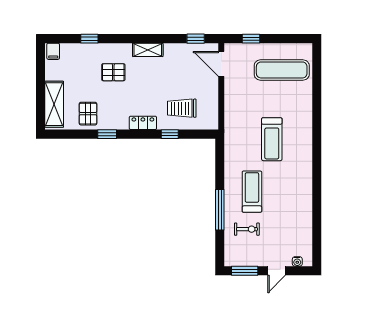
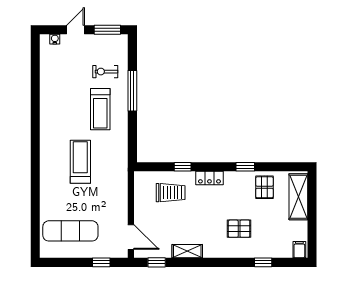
shelving: (148, 50) -> (187, 251), moved

